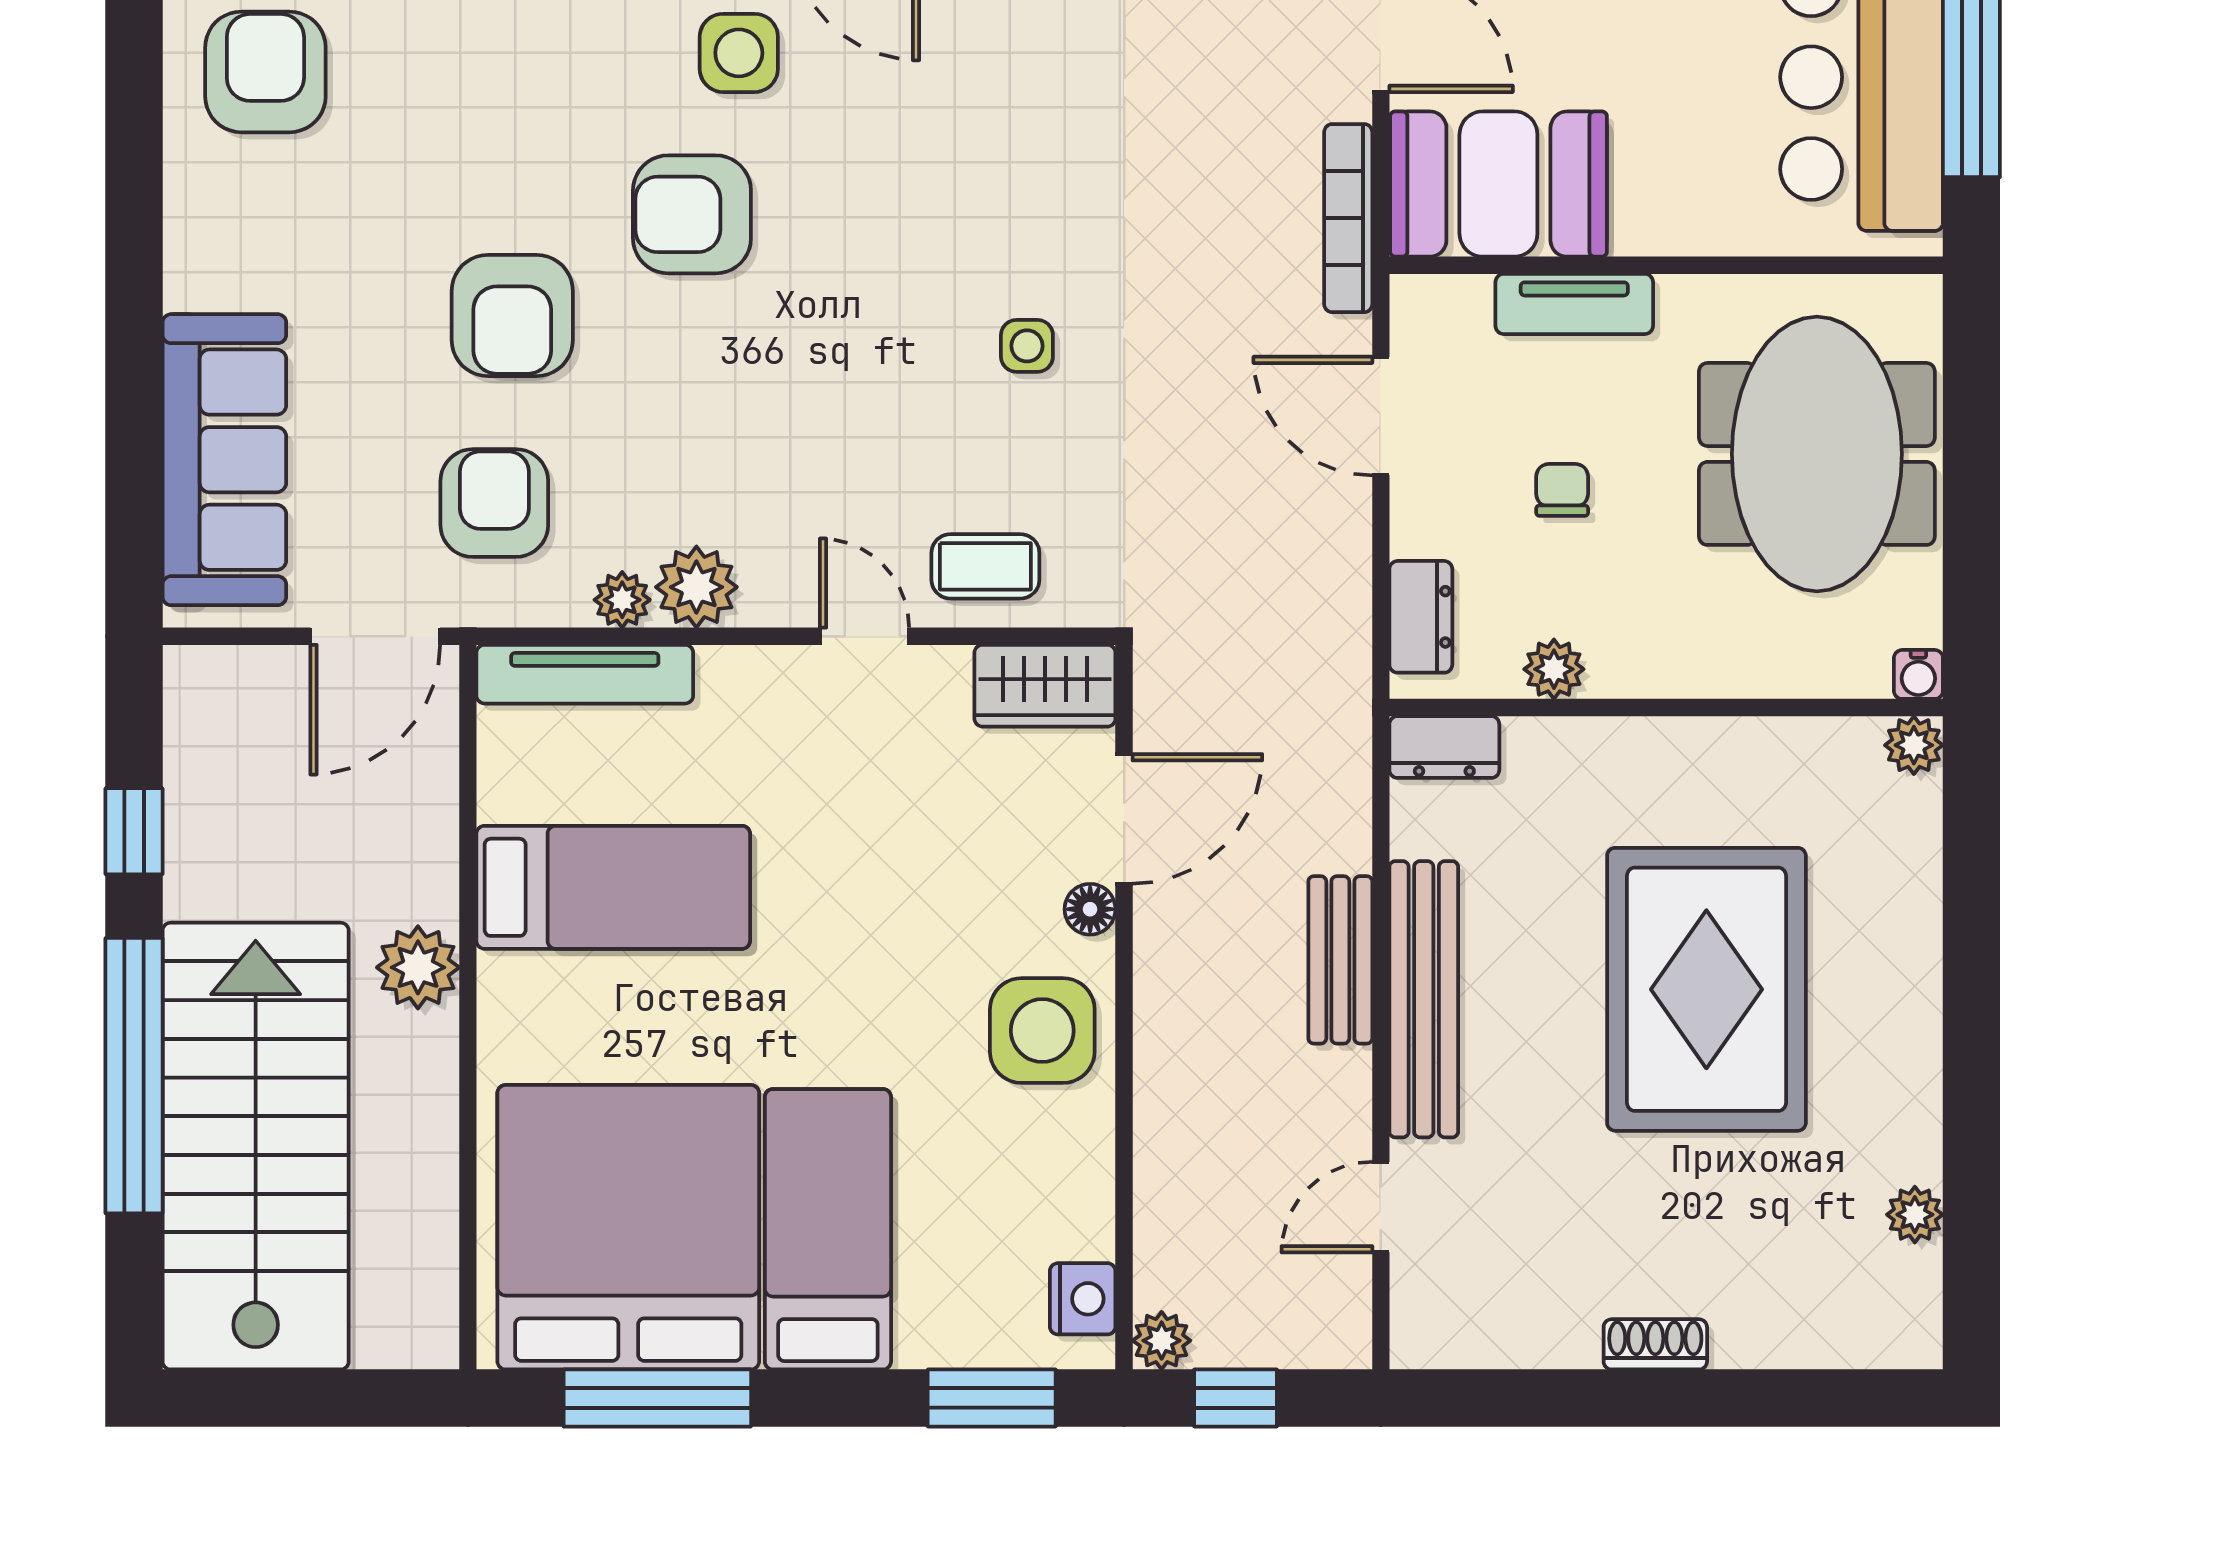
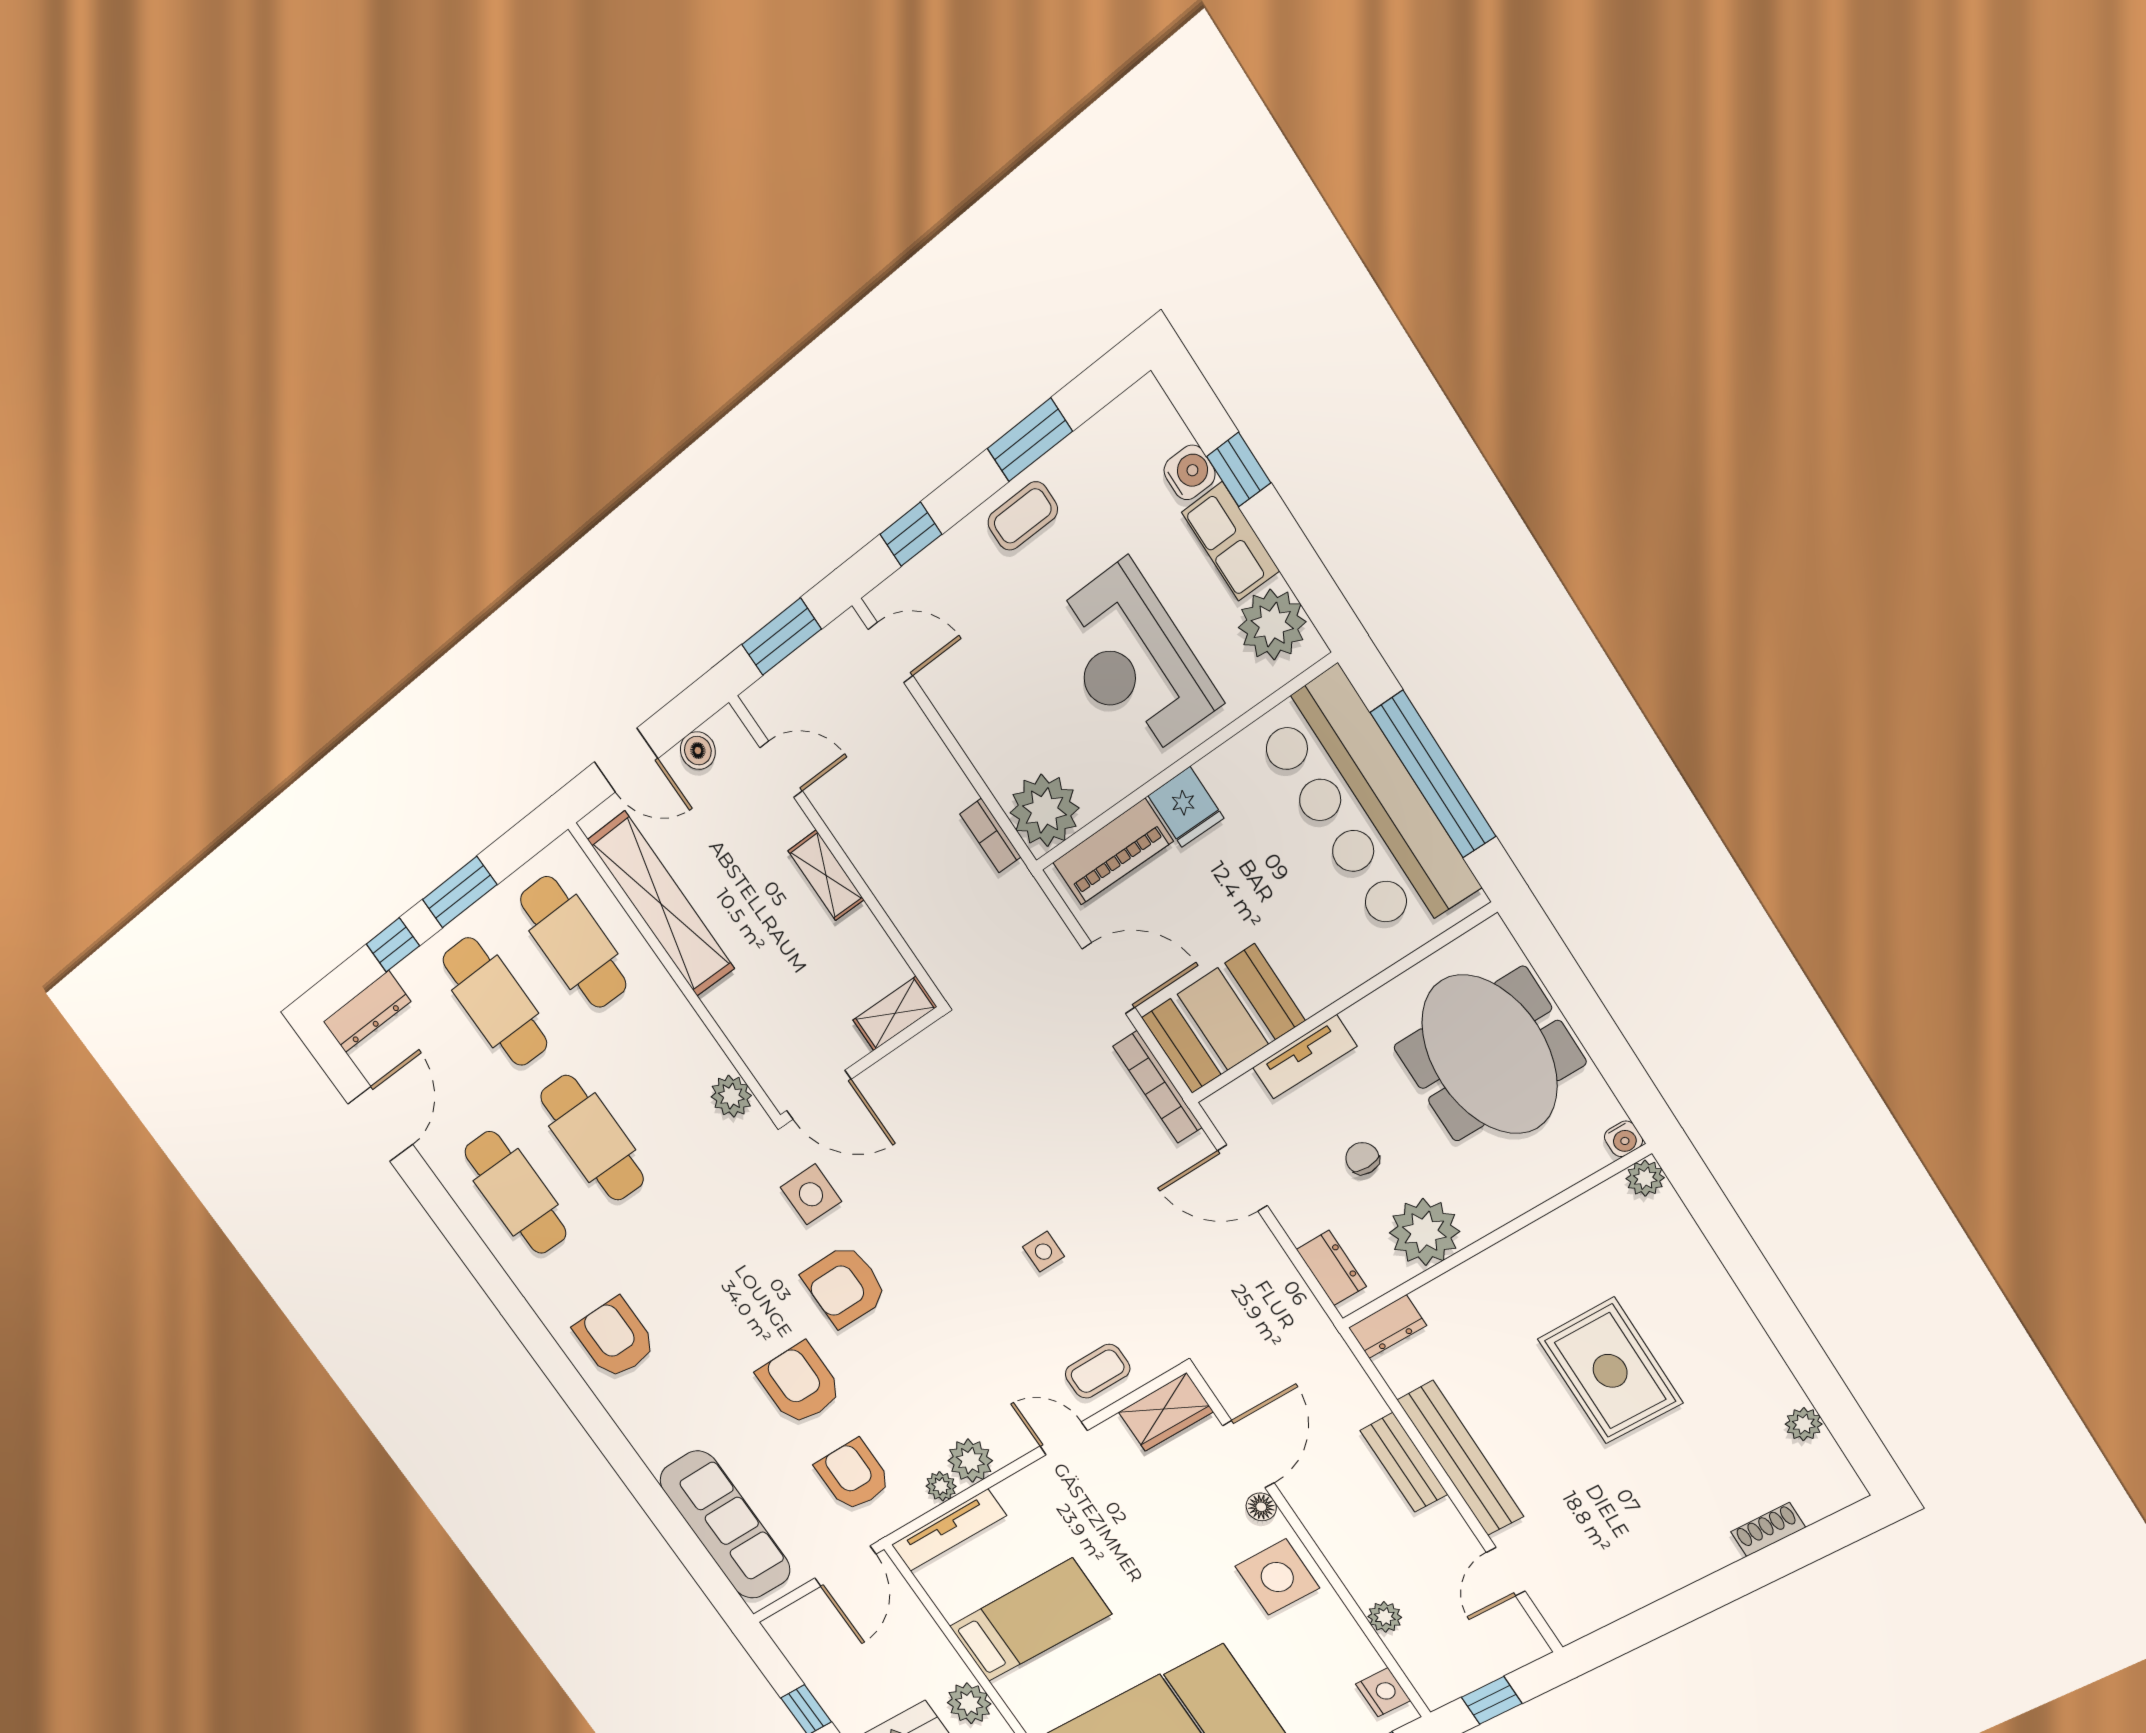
armchair: (512, 315) -> (799, 1384), turned 180
plant: (1554, 669) -> (1424, 1232), width x1.88, depth x1.88
rug: (1706, 989) -> (1610, 1371), width x0.73, depth x0.69
plant: (1162, 1341) -> (1385, 1617), moved
shoe rack: (1655, 1344) -> (1768, 1530), moved

